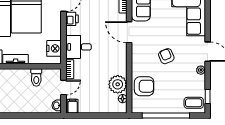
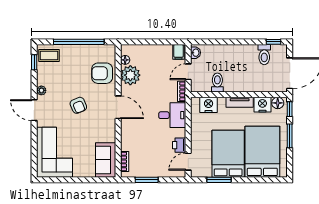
door: (129, 32) -> (118, 107), moved
nightstand: (54, 48) -> (209, 105), moved, turned 90

